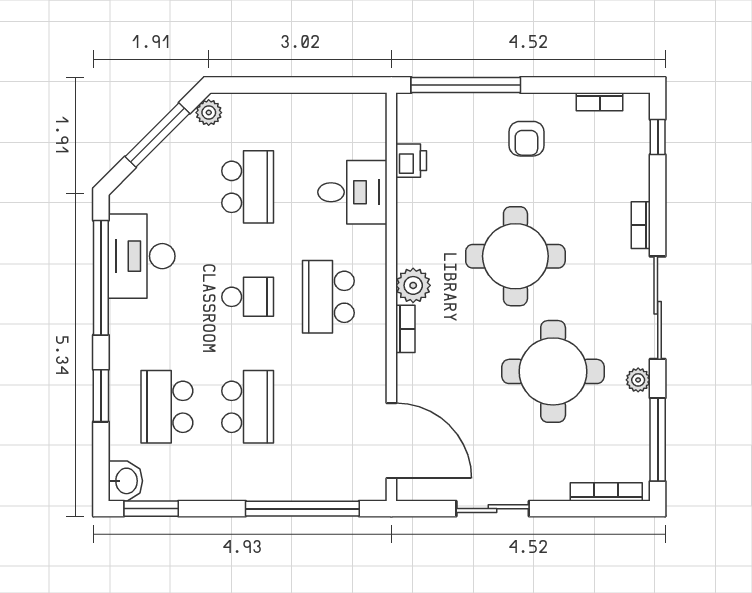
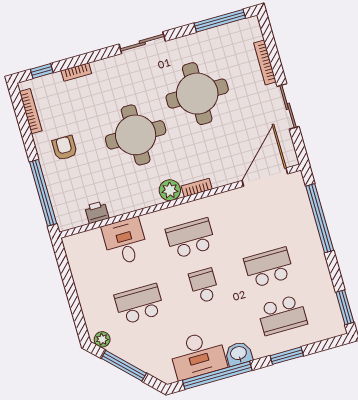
bookcase: (600, 102) -> (31, 111), width x1.56
armchair: (526, 139) -> (65, 148), turned -90
bookcase: (641, 225) -> (76, 72), moved
school desk: (328, 297) -> (191, 238), turned 180
sliding door: (658, 308) -> (142, 43), width x0.73
plant: (638, 380) -> (188, 42), removed
washbasin: (125, 481) -> (239, 354), moved
bookcase: (606, 492) -> (265, 62), moved

